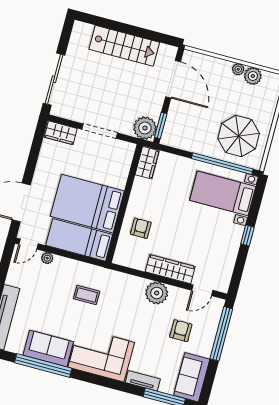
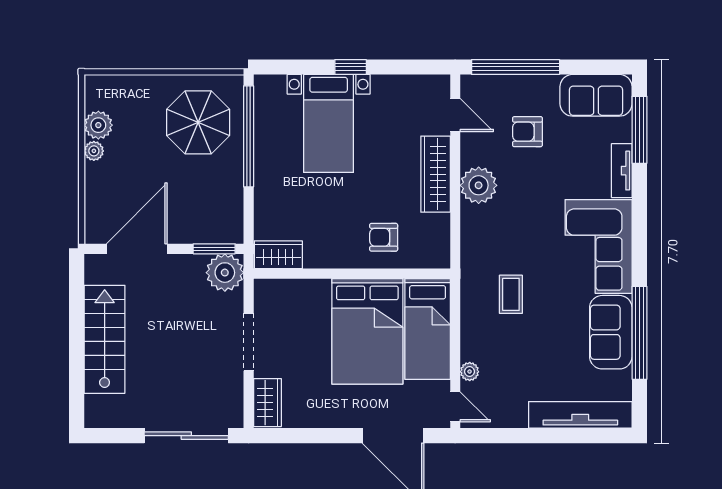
bed with nightstands: (223, 193) -> (329, 123), moved

